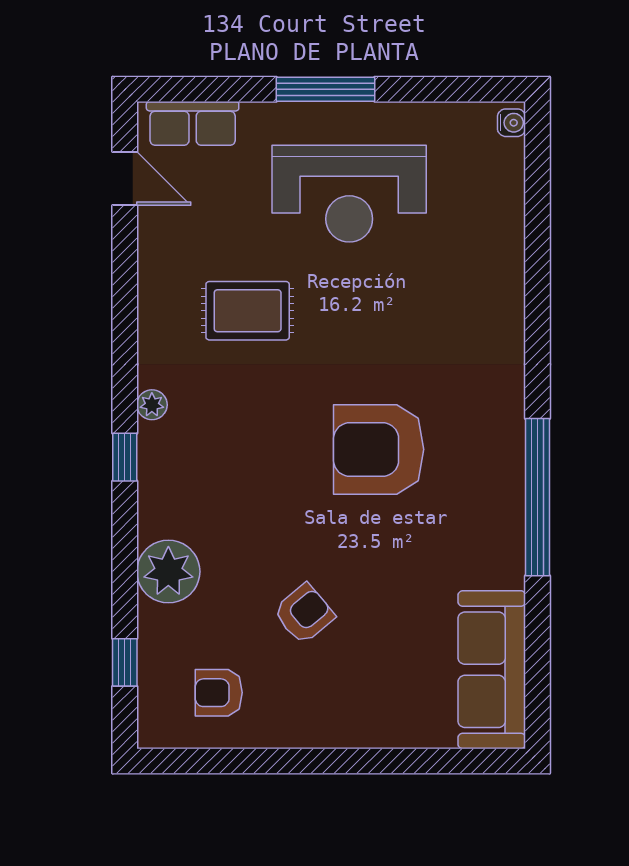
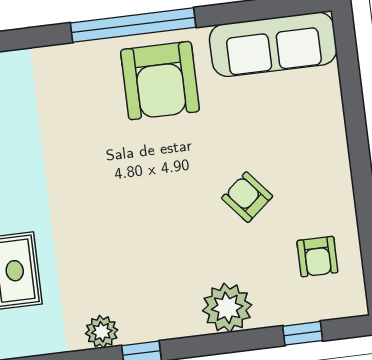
plant: (152, 405) -> (102, 332), width x1.38, depth x1.38
armchair: (379, 449) -> (160, 81), moved

